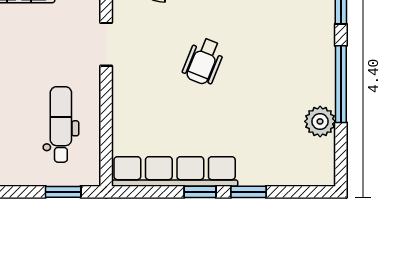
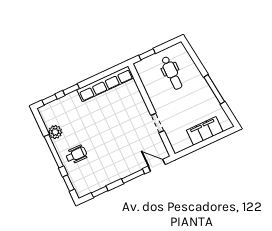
wheelchair: (203, 61) -> (76, 155), moved, turned 68
dental chair: (61, 125) -> (172, 73), moved
window: (200, 192) -> (49, 100), moved

